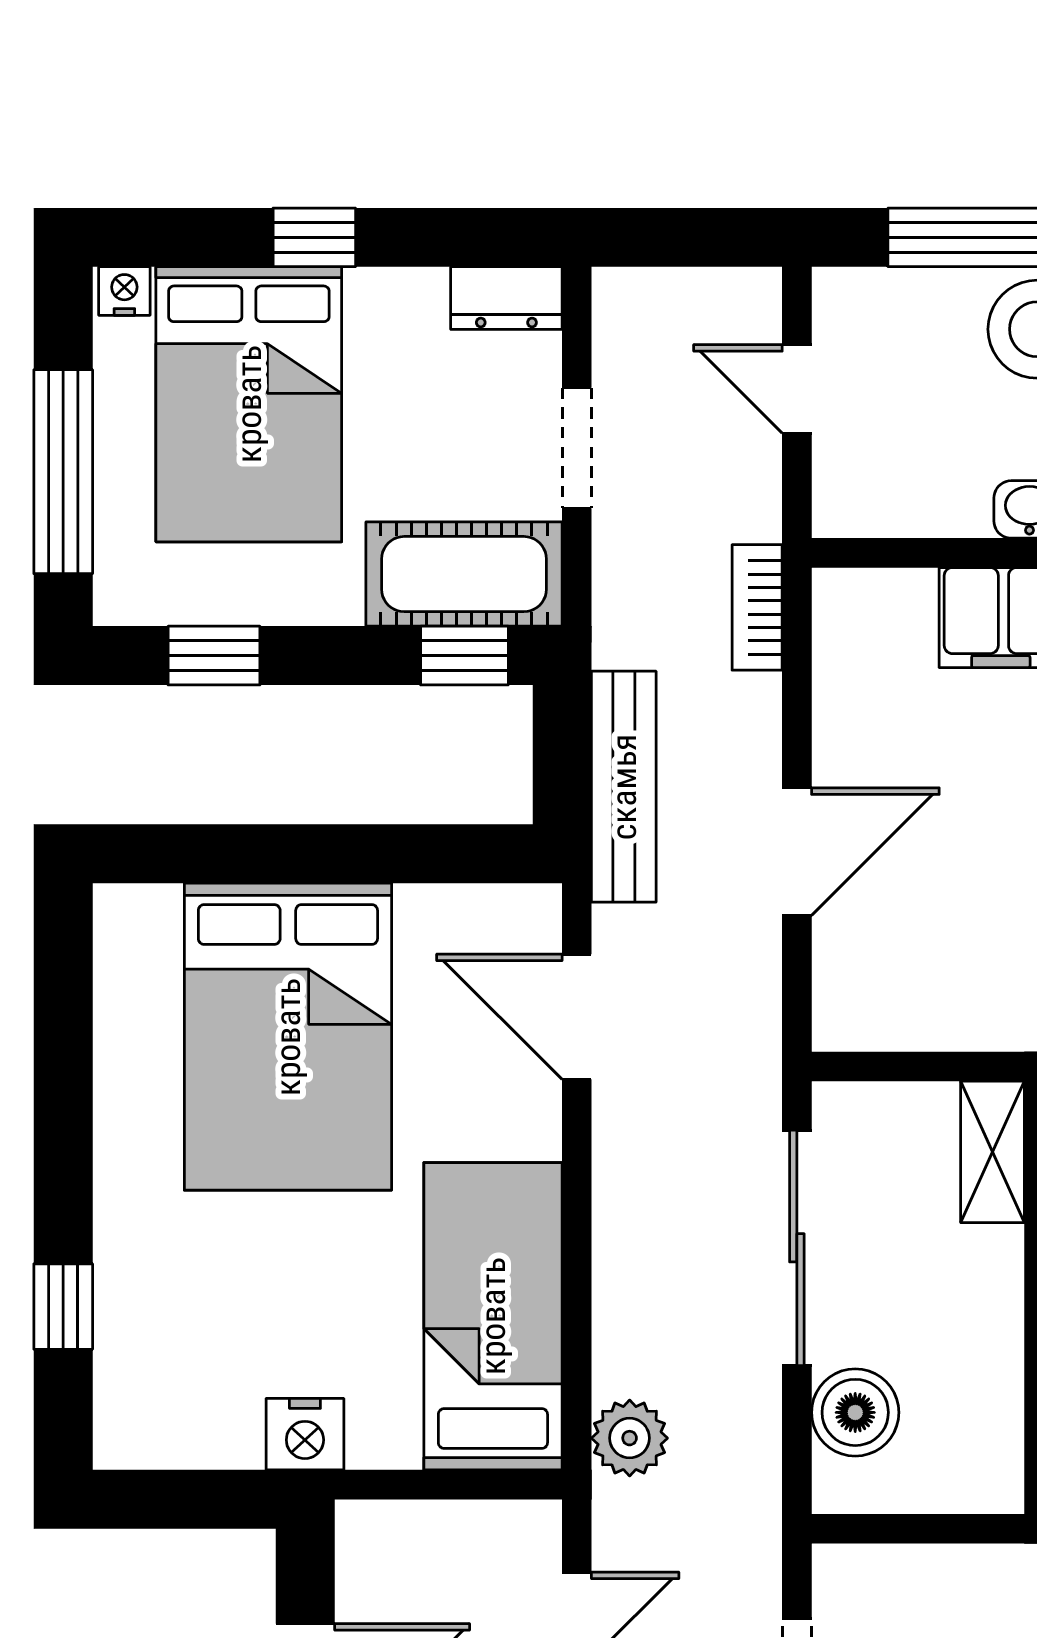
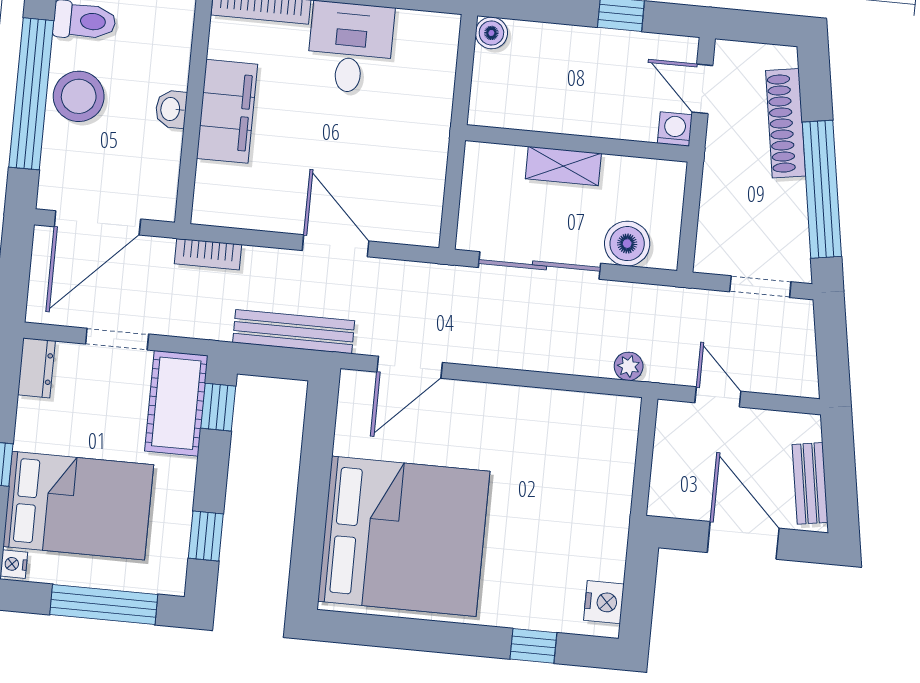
door: (797, 389) -> (97, 223), width x1.88
bed: (288, 1037) -> (404, 536), width x1.36
shelving: (992, 1152) -> (563, 166), moved
bed: (493, 1316) -> (560, 425), removed
nightstand: (305, 1434) -> (604, 602), moved
plant: (630, 1438) -> (629, 366), width x0.73, depth x0.73

